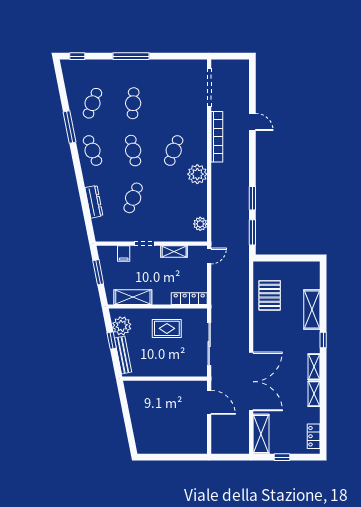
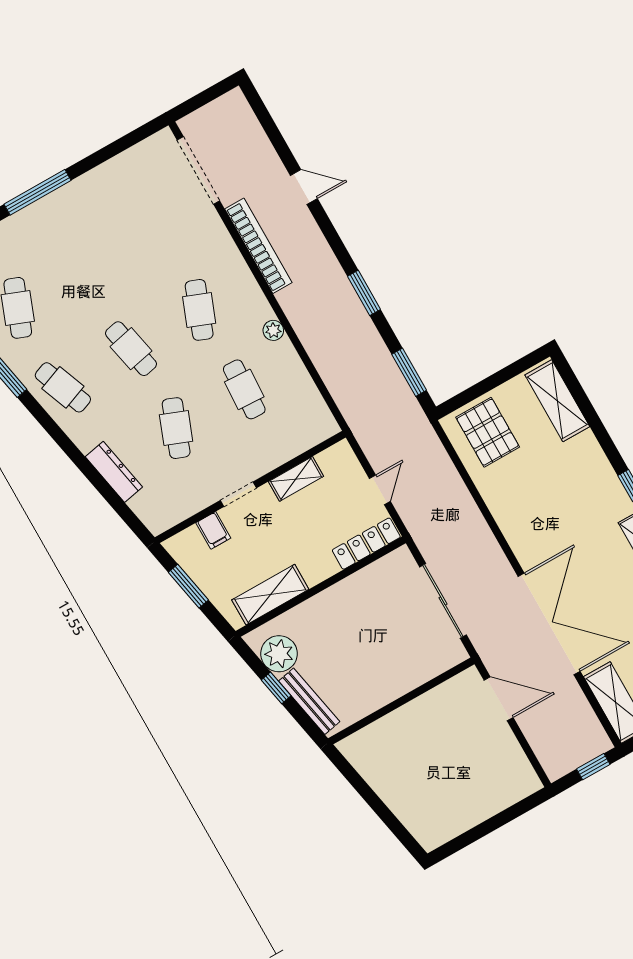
cafe table: (133, 103) -> (244, 389), moved
plant: (197, 174) -> (273, 330), width x0.53, depth x0.53
window: (252, 198) -> (364, 293), moved
plant: (200, 224) -> (314, 408), removed
door: (209, 256) -> (380, 490), moved
pallet: (270, 295) -> (488, 432), moved
shelving: (312, 310) -> (557, 401), moved
rug: (167, 328) -> (357, 615), removed
window: (234, 457) -> (593, 767), added

